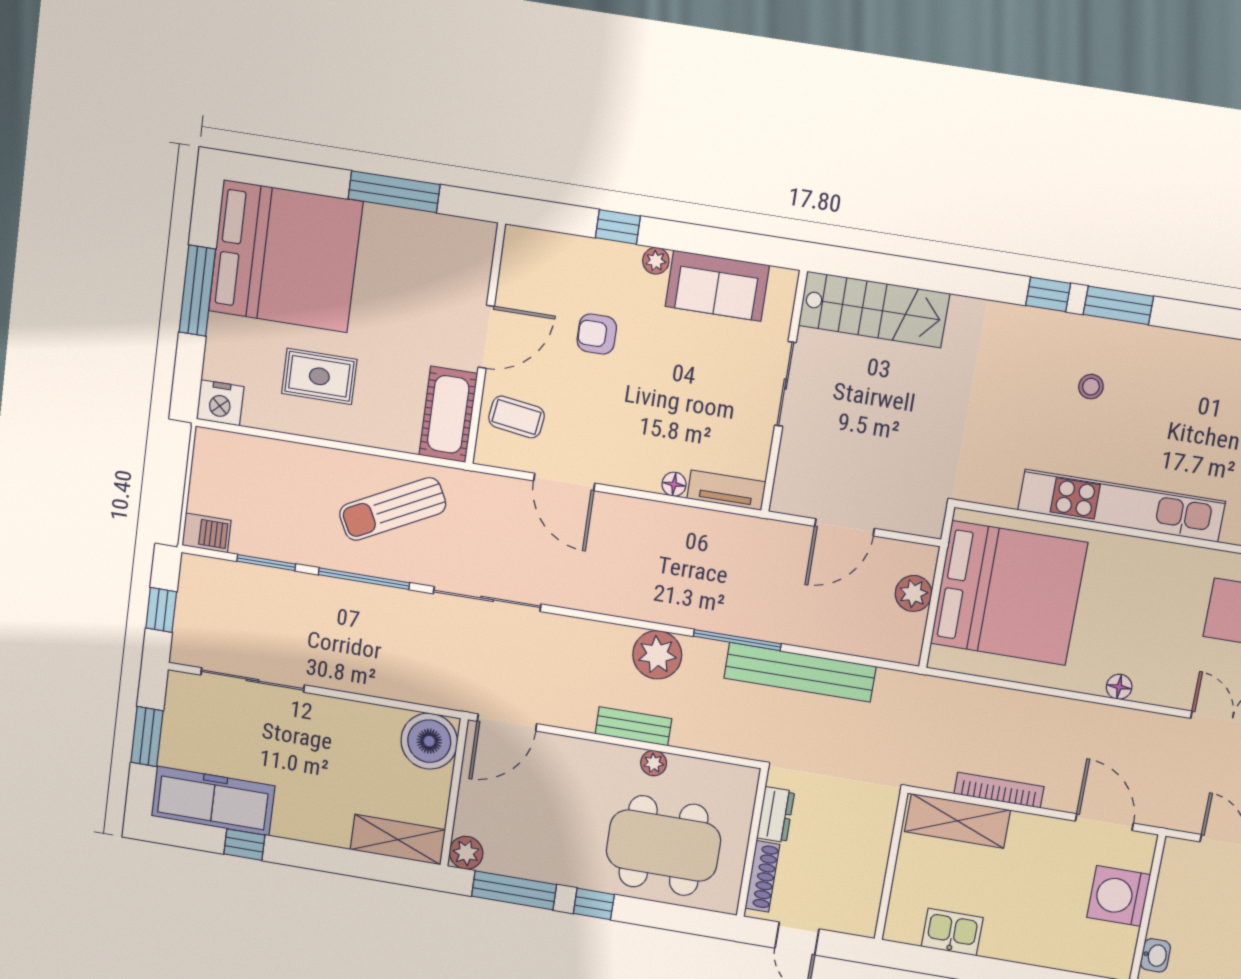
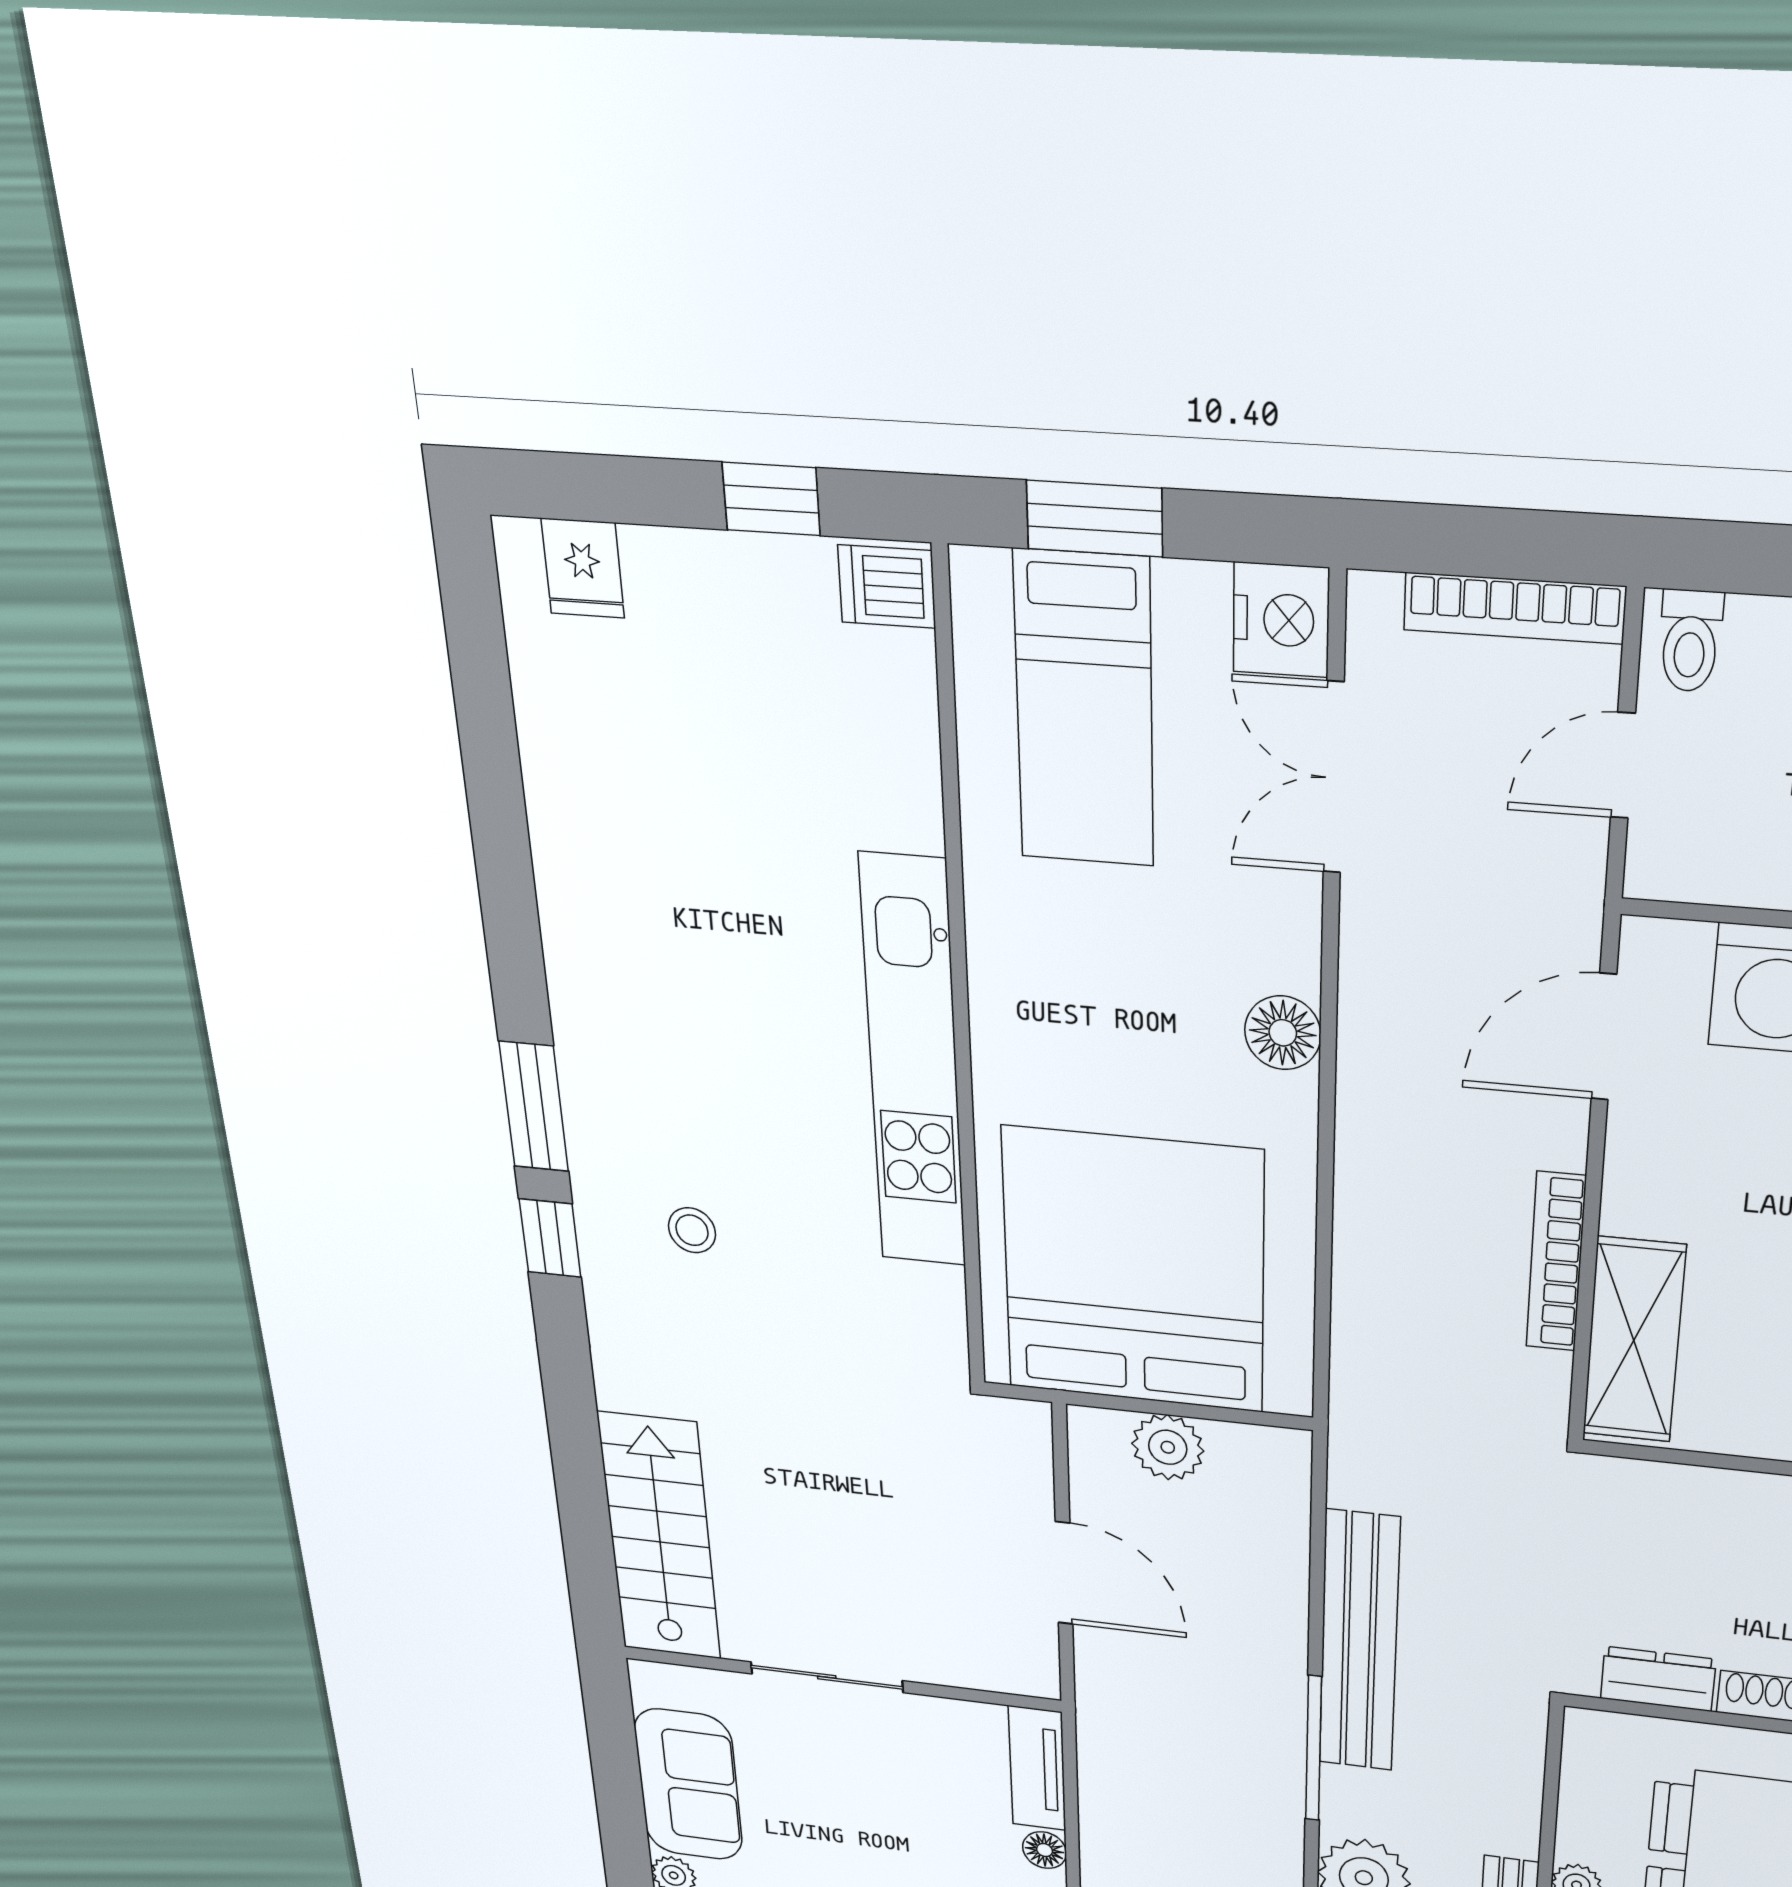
stool: (1091, 387) -> (692, 1230), moved
floor lamp: (1119, 687) -> (1283, 1033), width x1.37, depth x1.37

